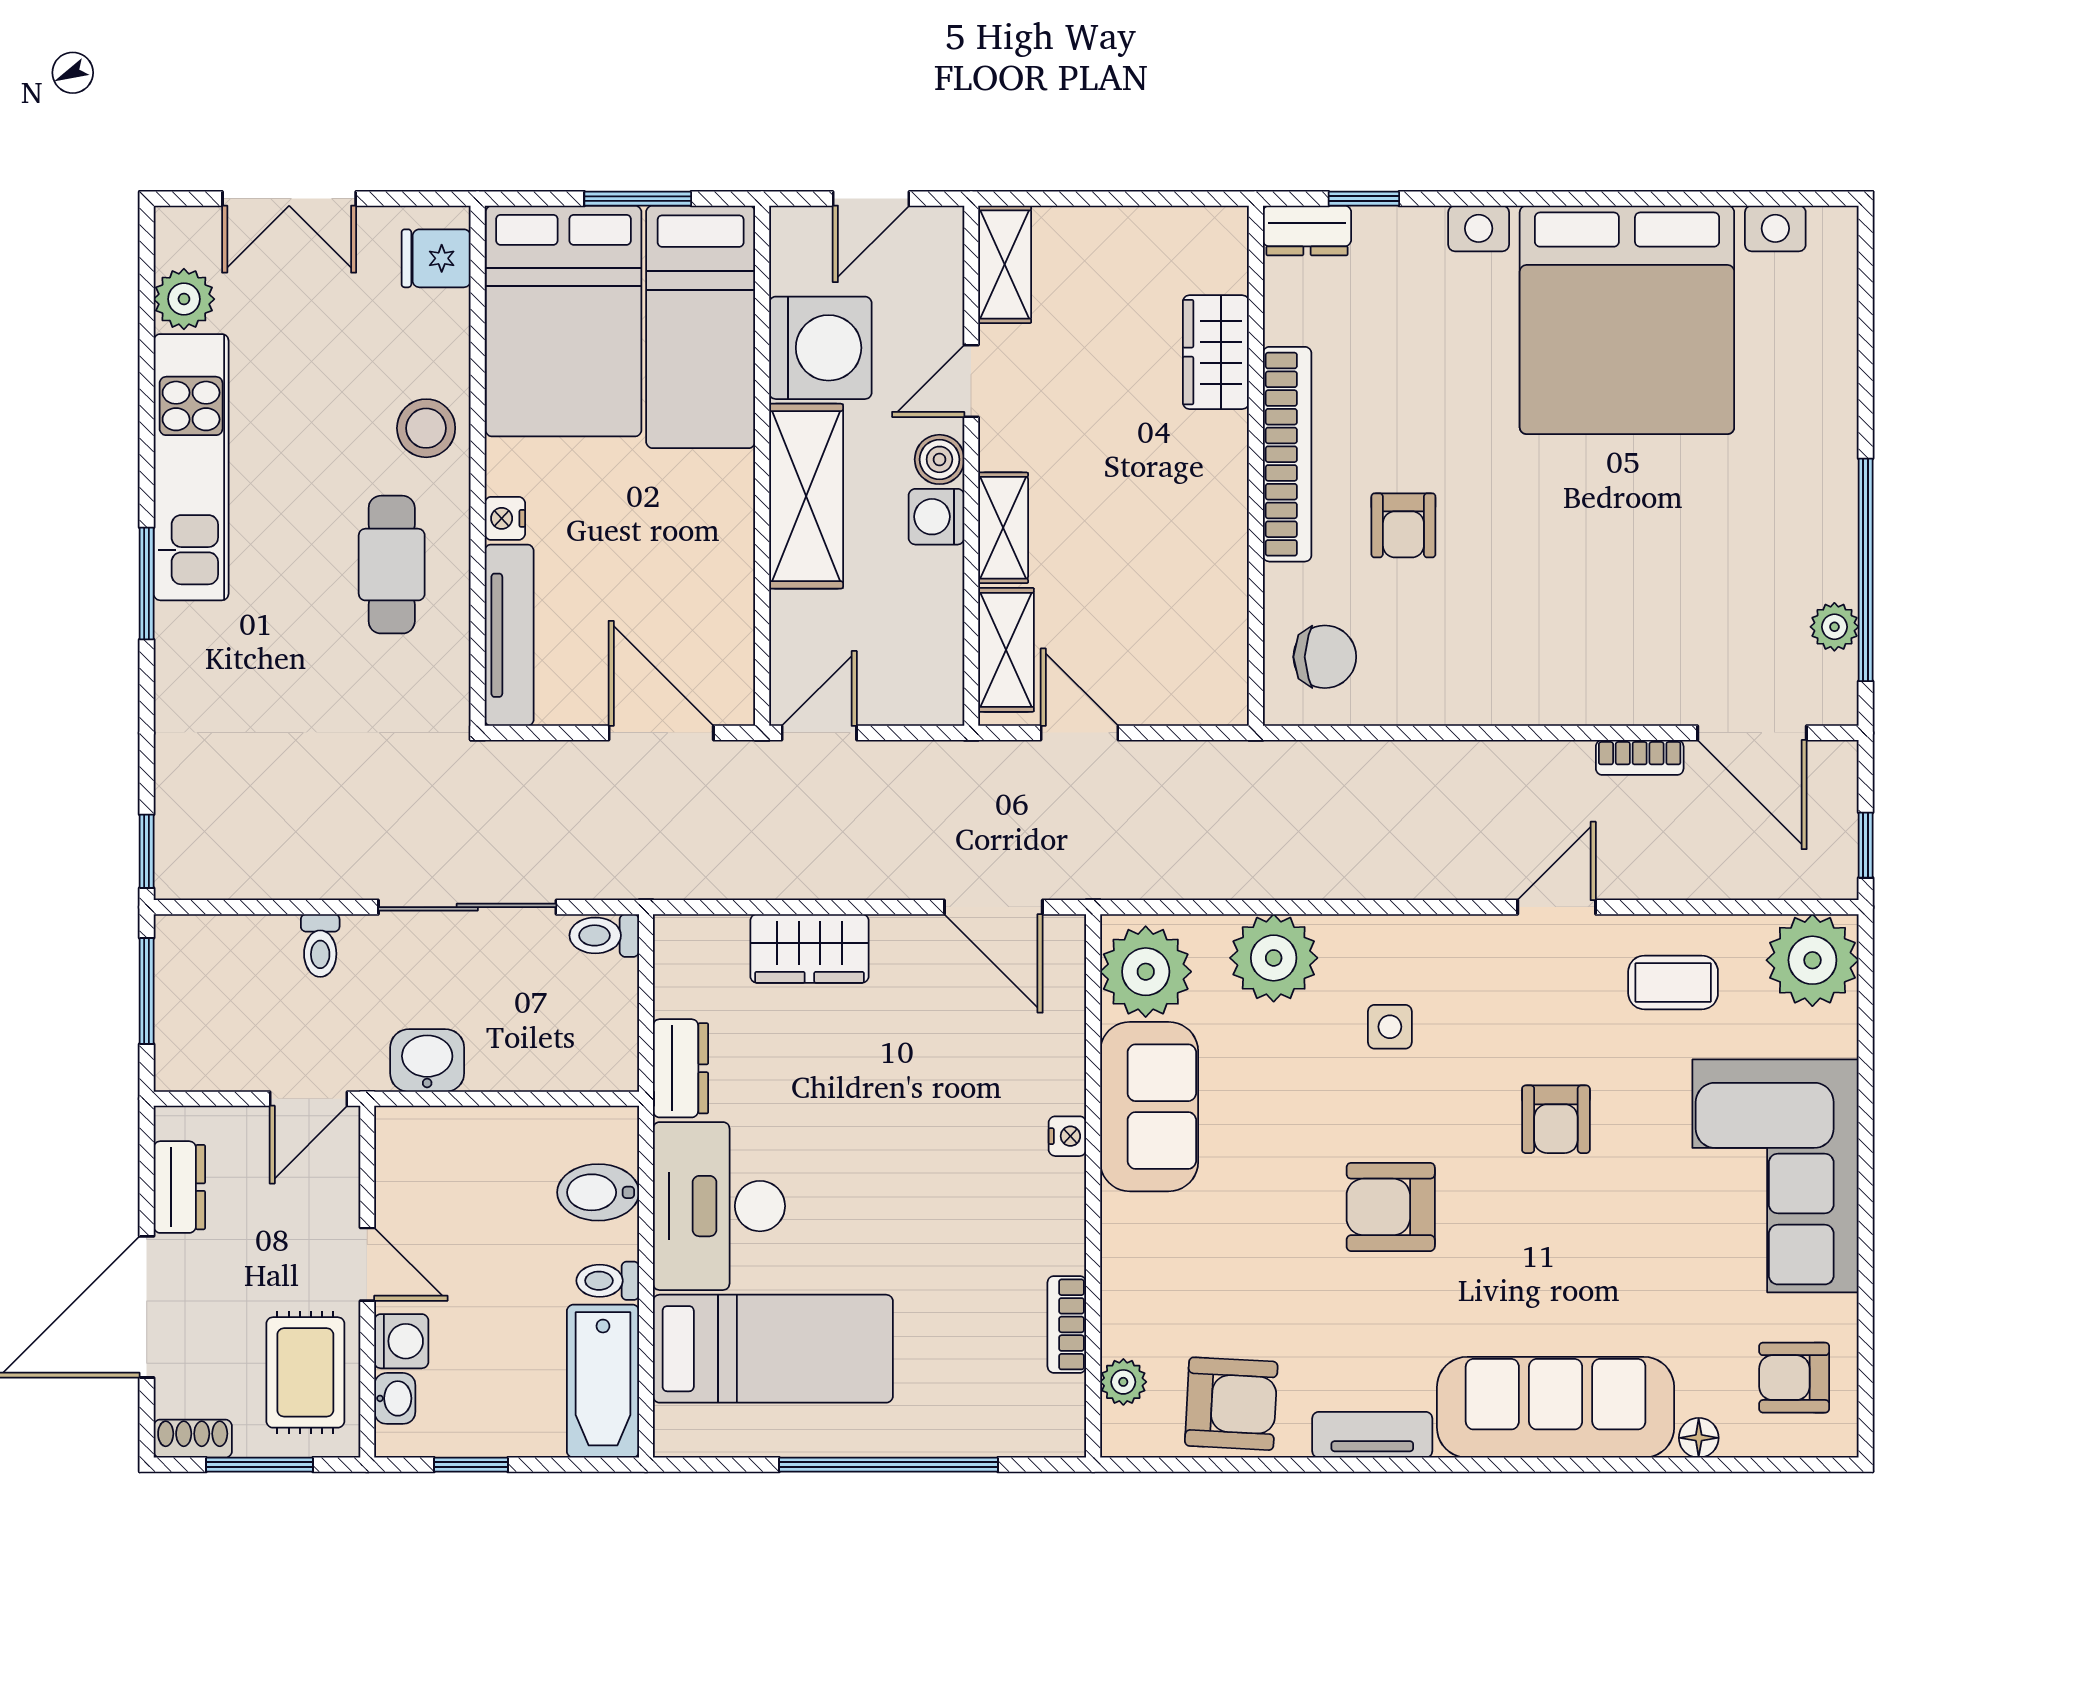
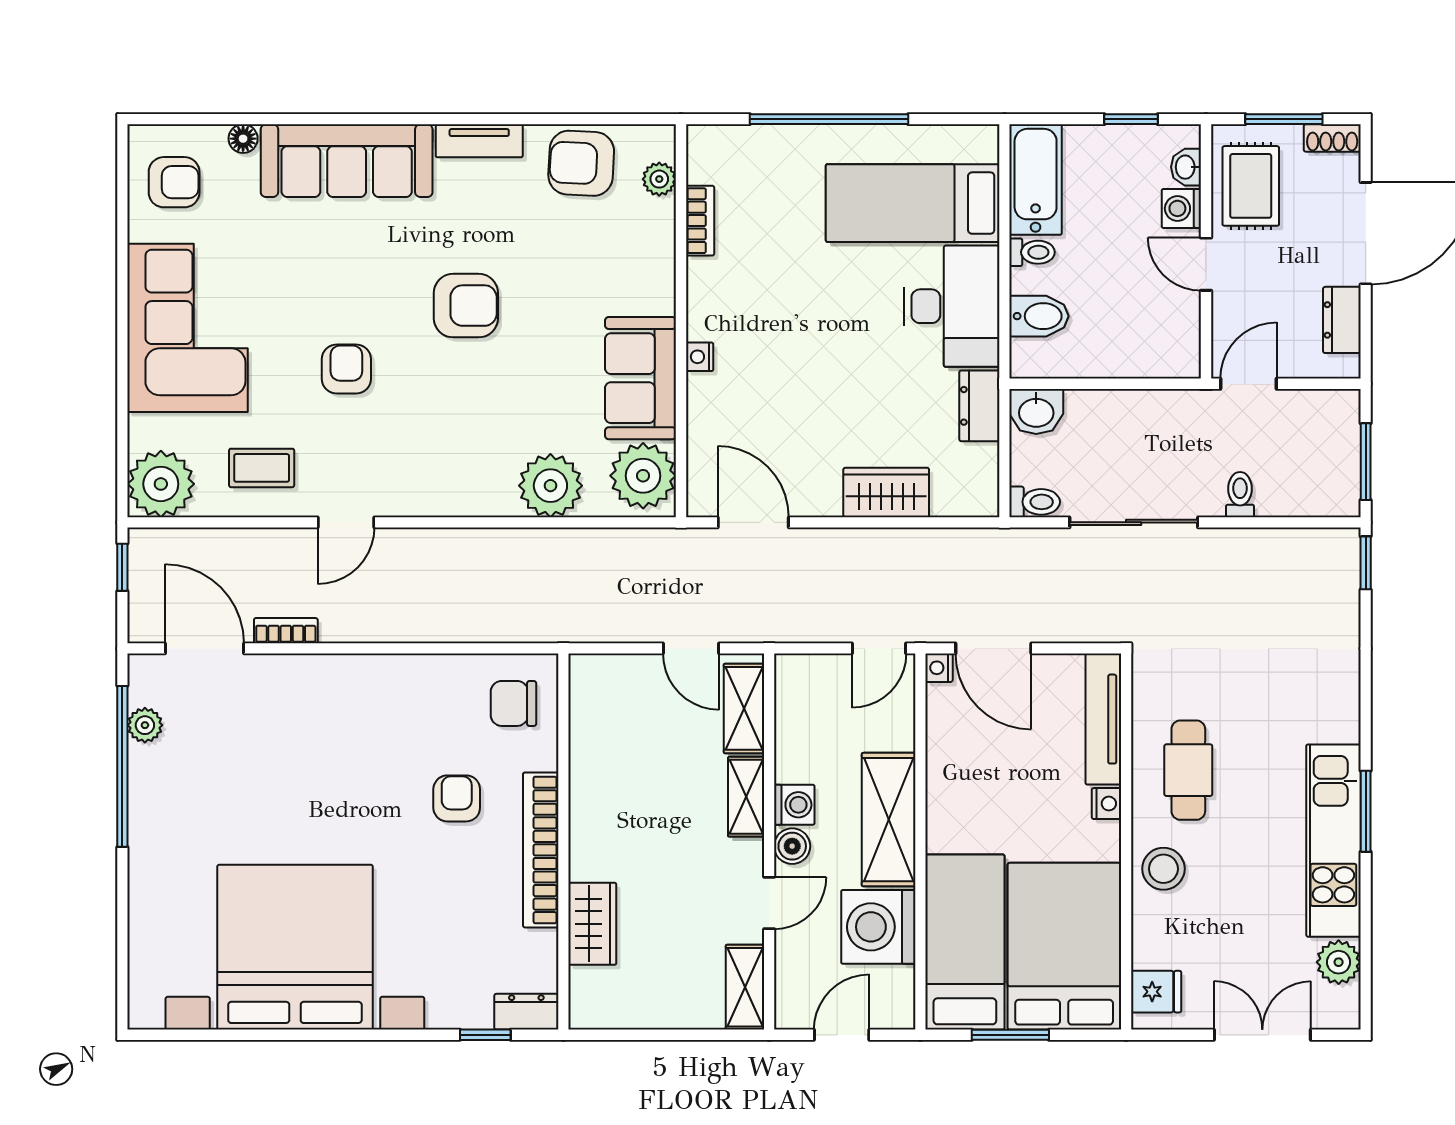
window: (147, 583) -> (1366, 811), moved
nightstand: (736, 706) -> (939, 668), added
side table: (1390, 1027) -> (466, 436), removed
washbasin: (427, 1060) -> (1036, 412), moved

